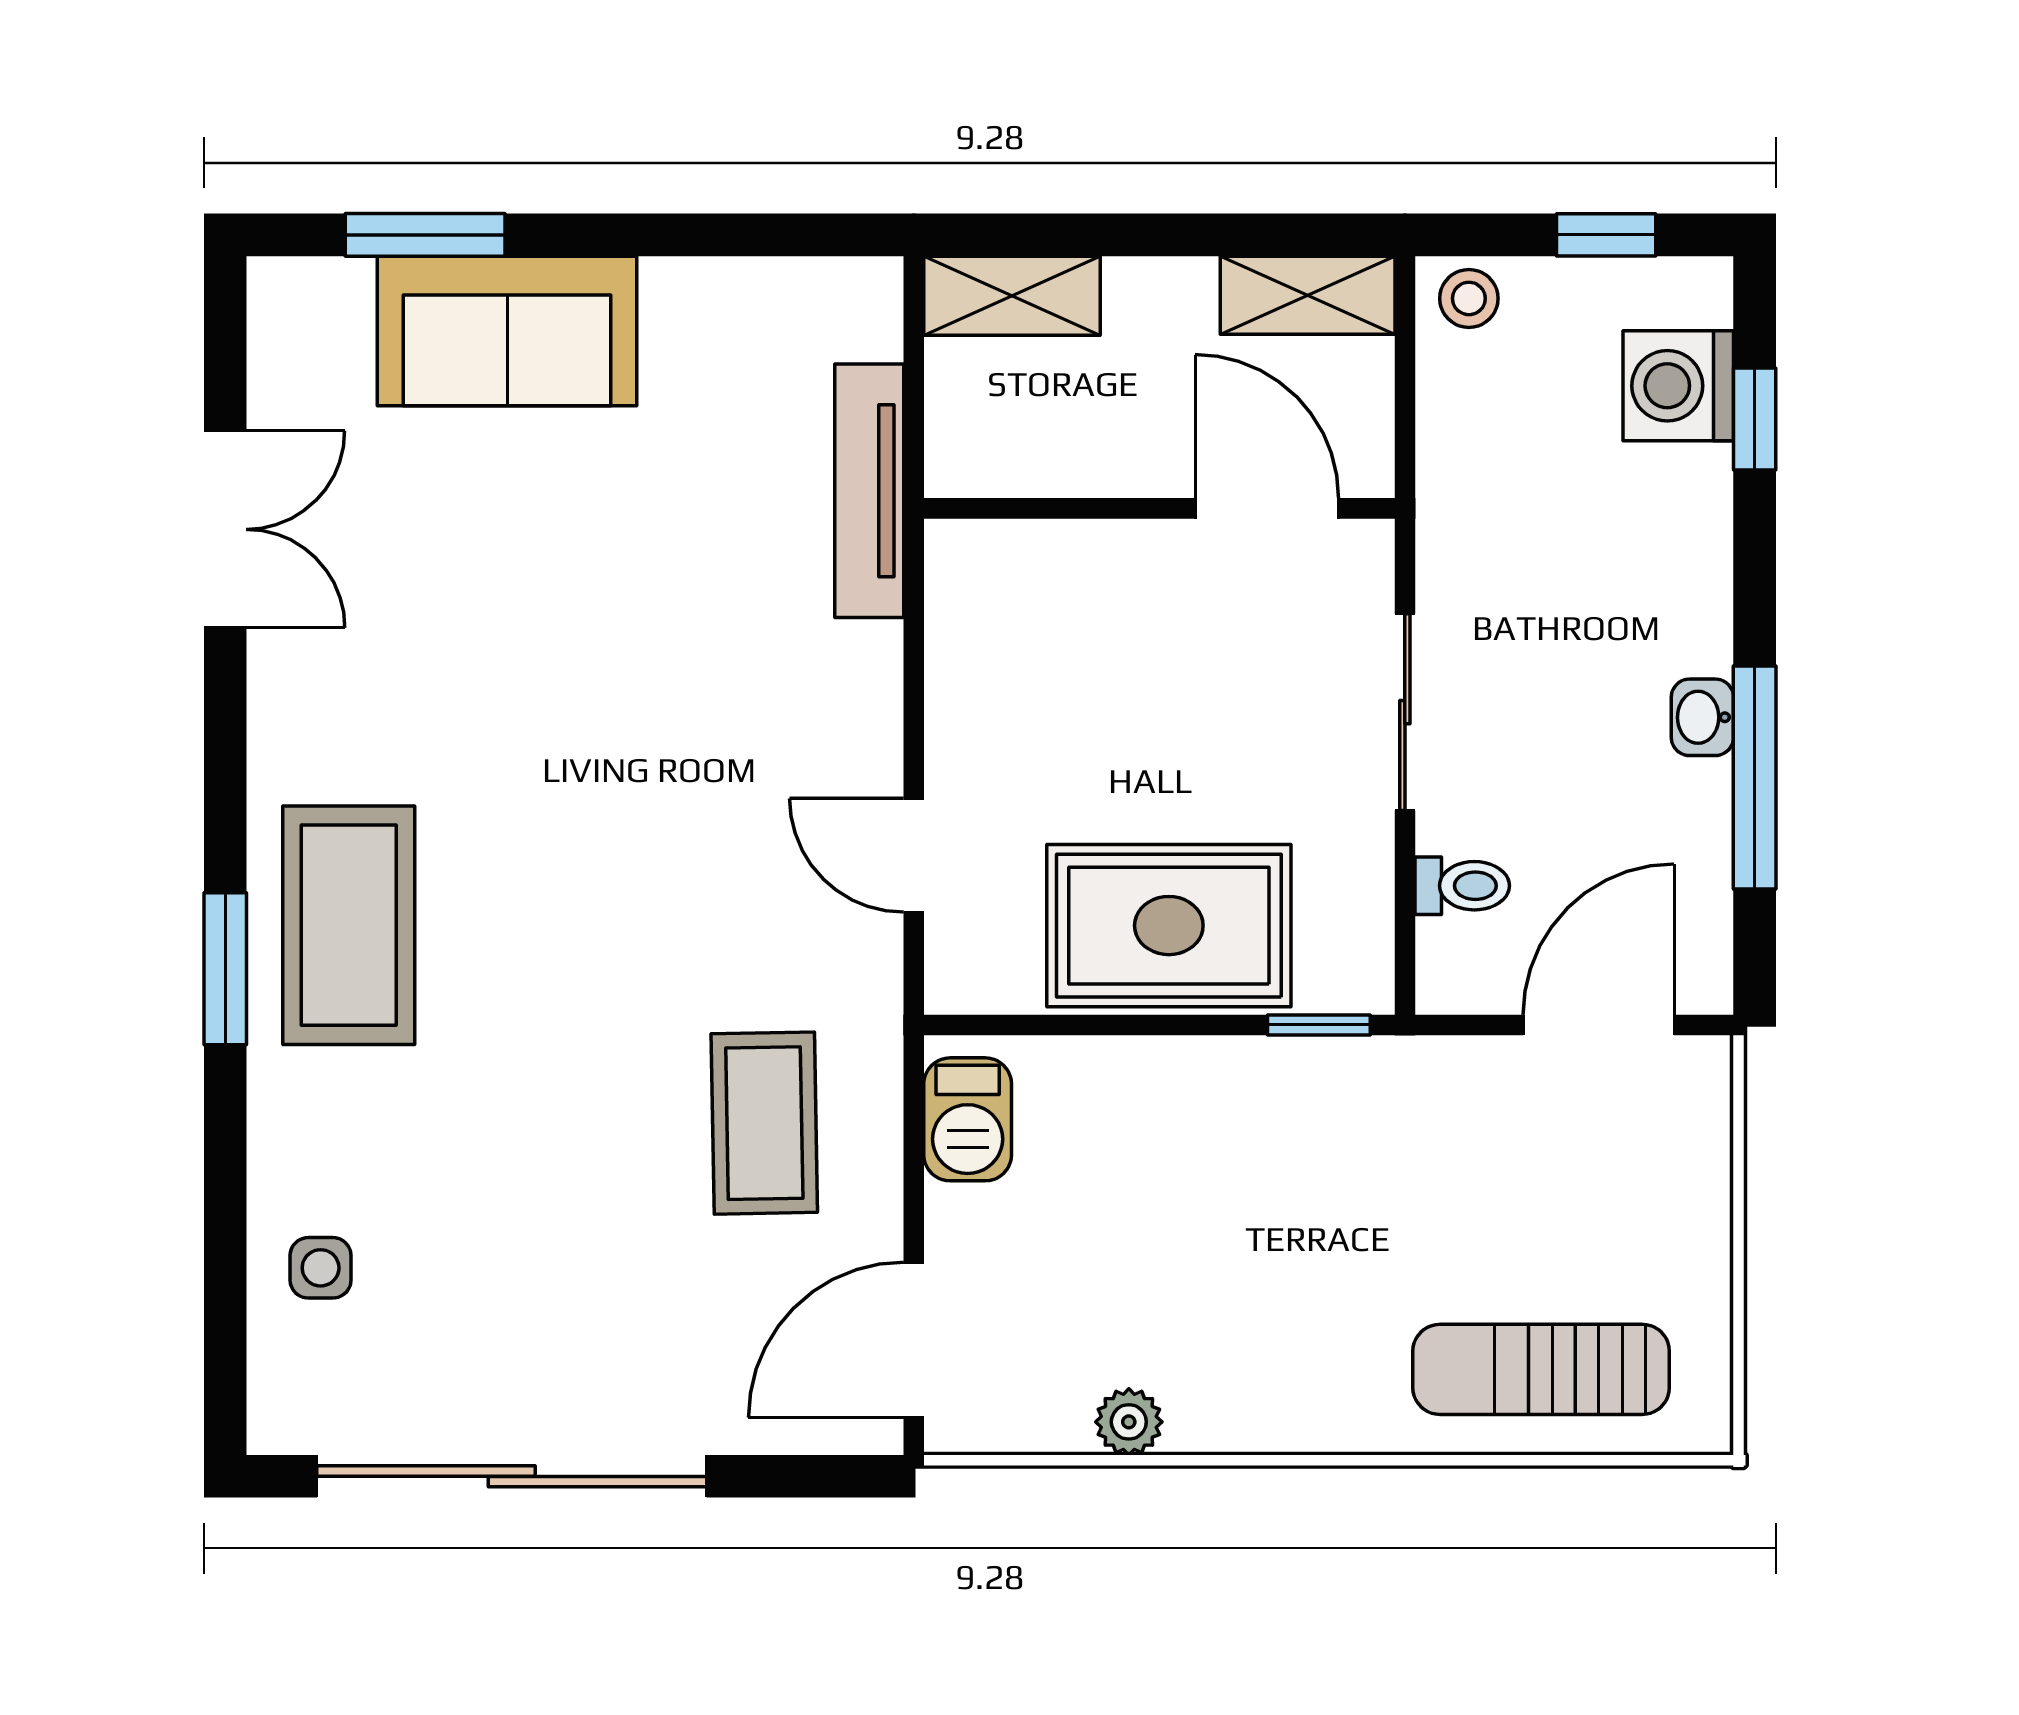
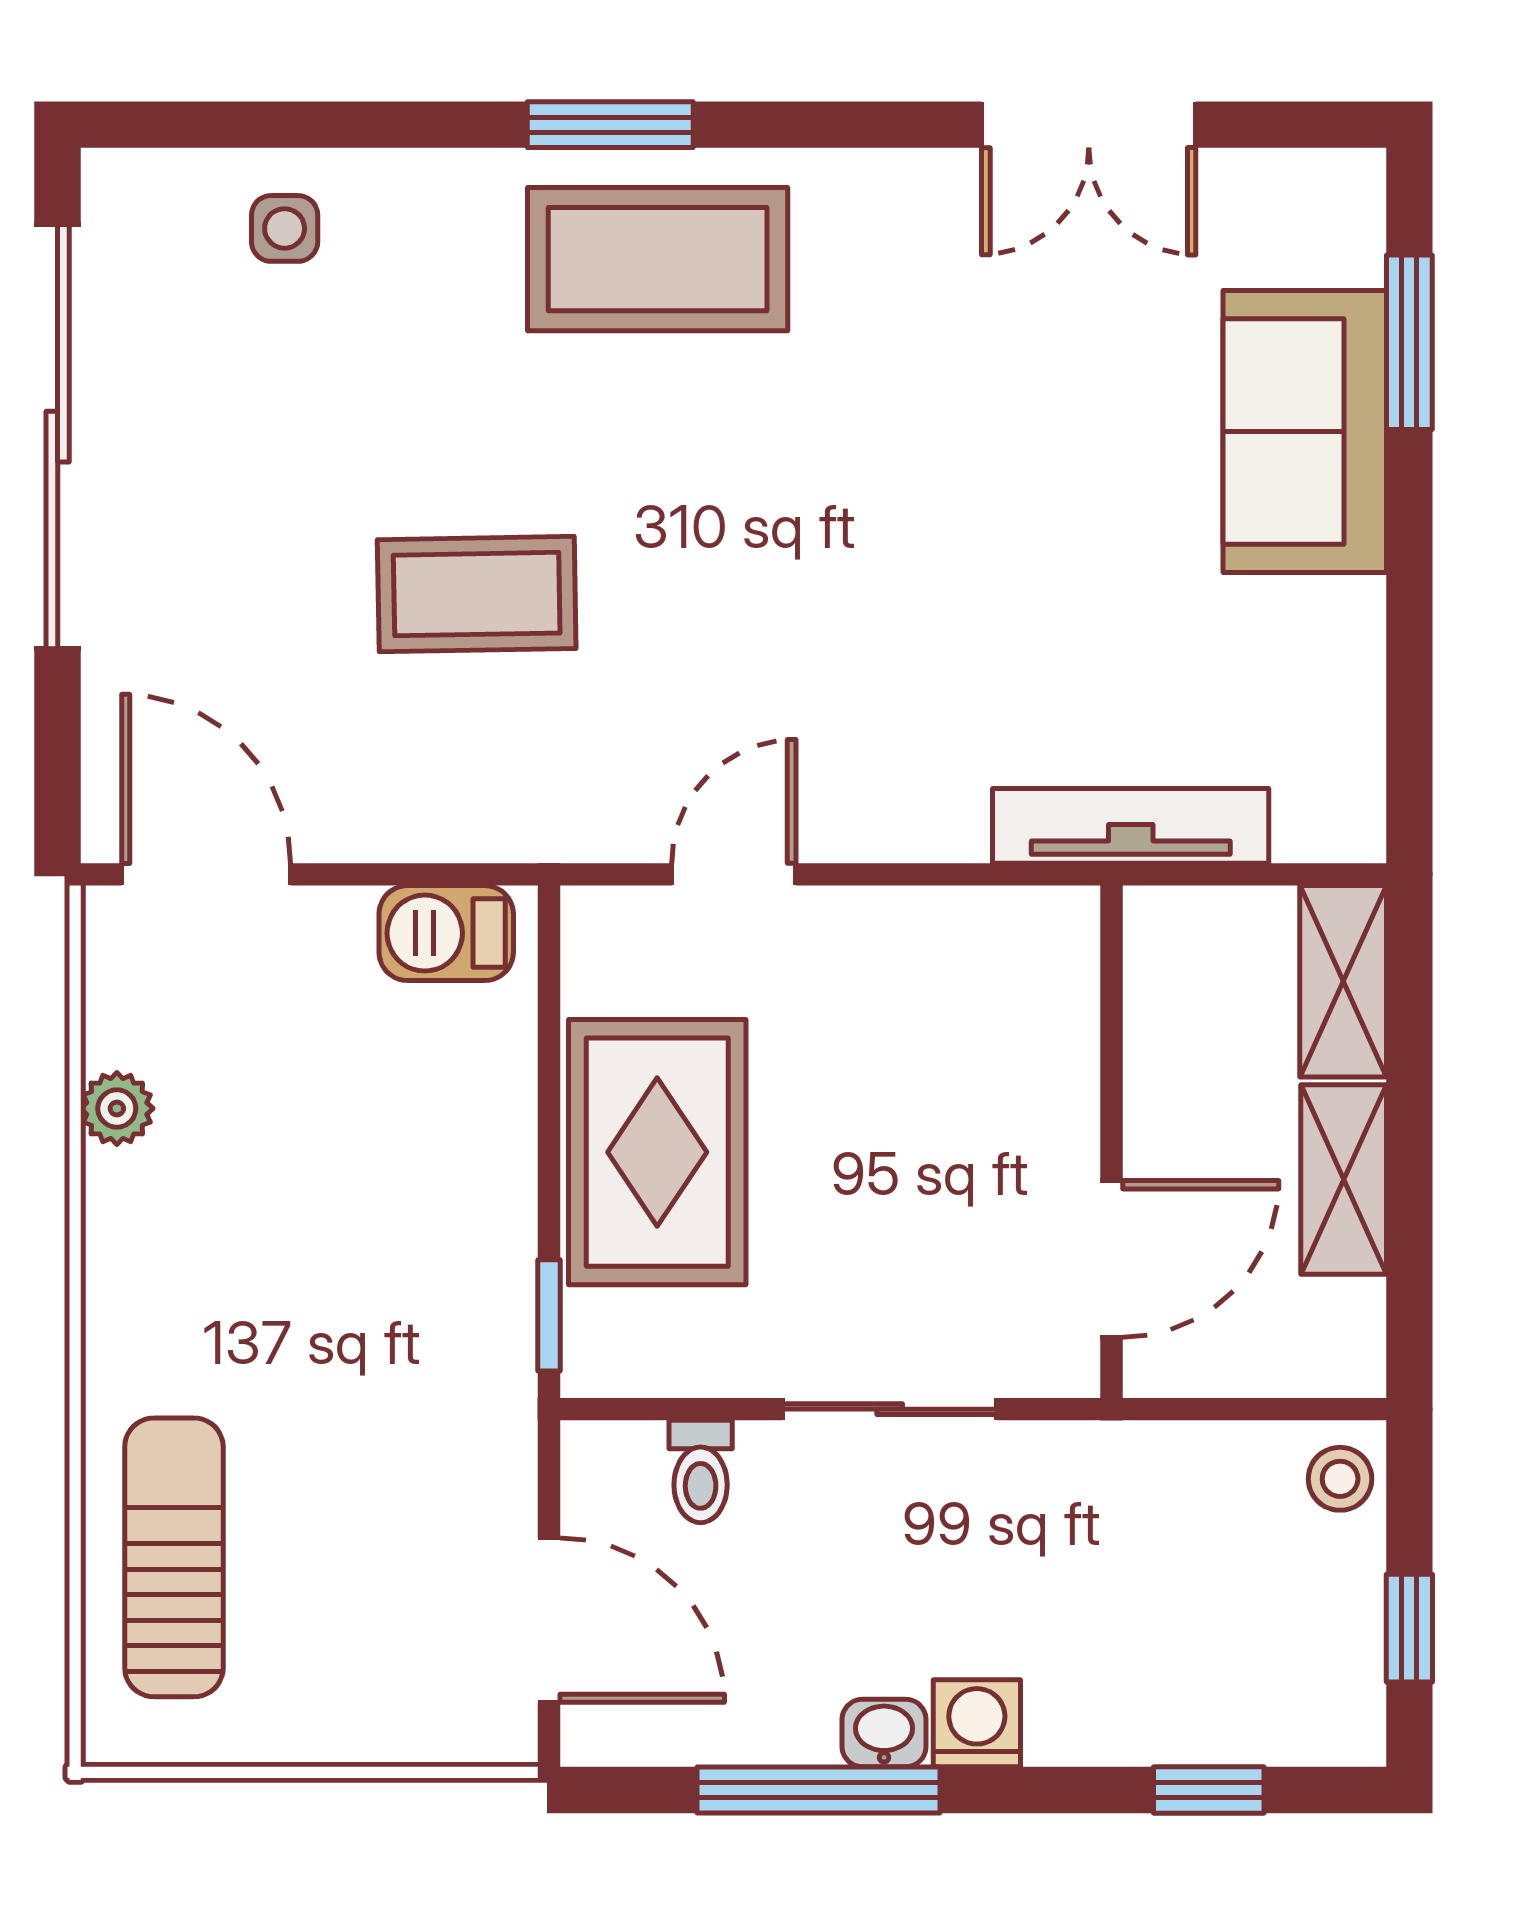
shelving: (1308, 295) -> (1344, 1180), moved
washing machine: (1678, 386) -> (977, 1723), moved, width x0.73, depth x0.73
coffee table: (764, 1123) -> (477, 594), moved

